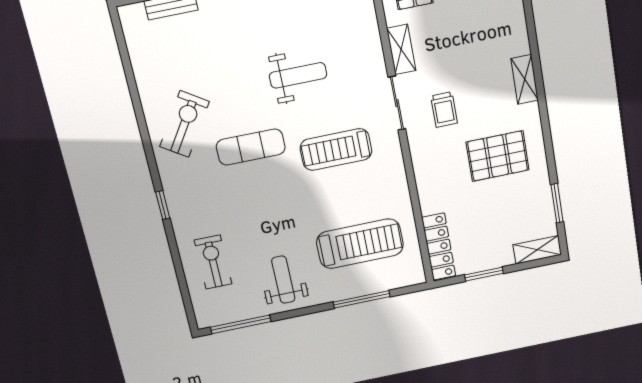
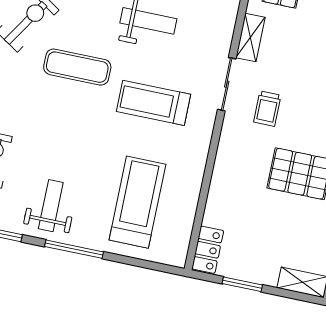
treadmill: (360, 244) -> (137, 202), turned -90
locker: (439, 247) -> (208, 250), width x0.66
window: (362, 299) -> (74, 249), moved

